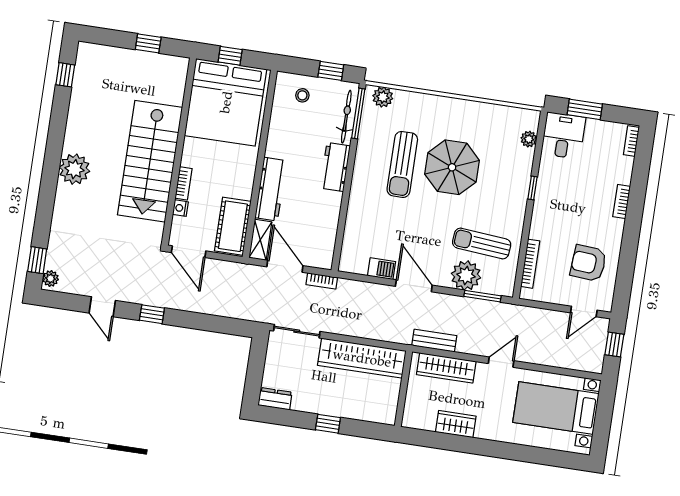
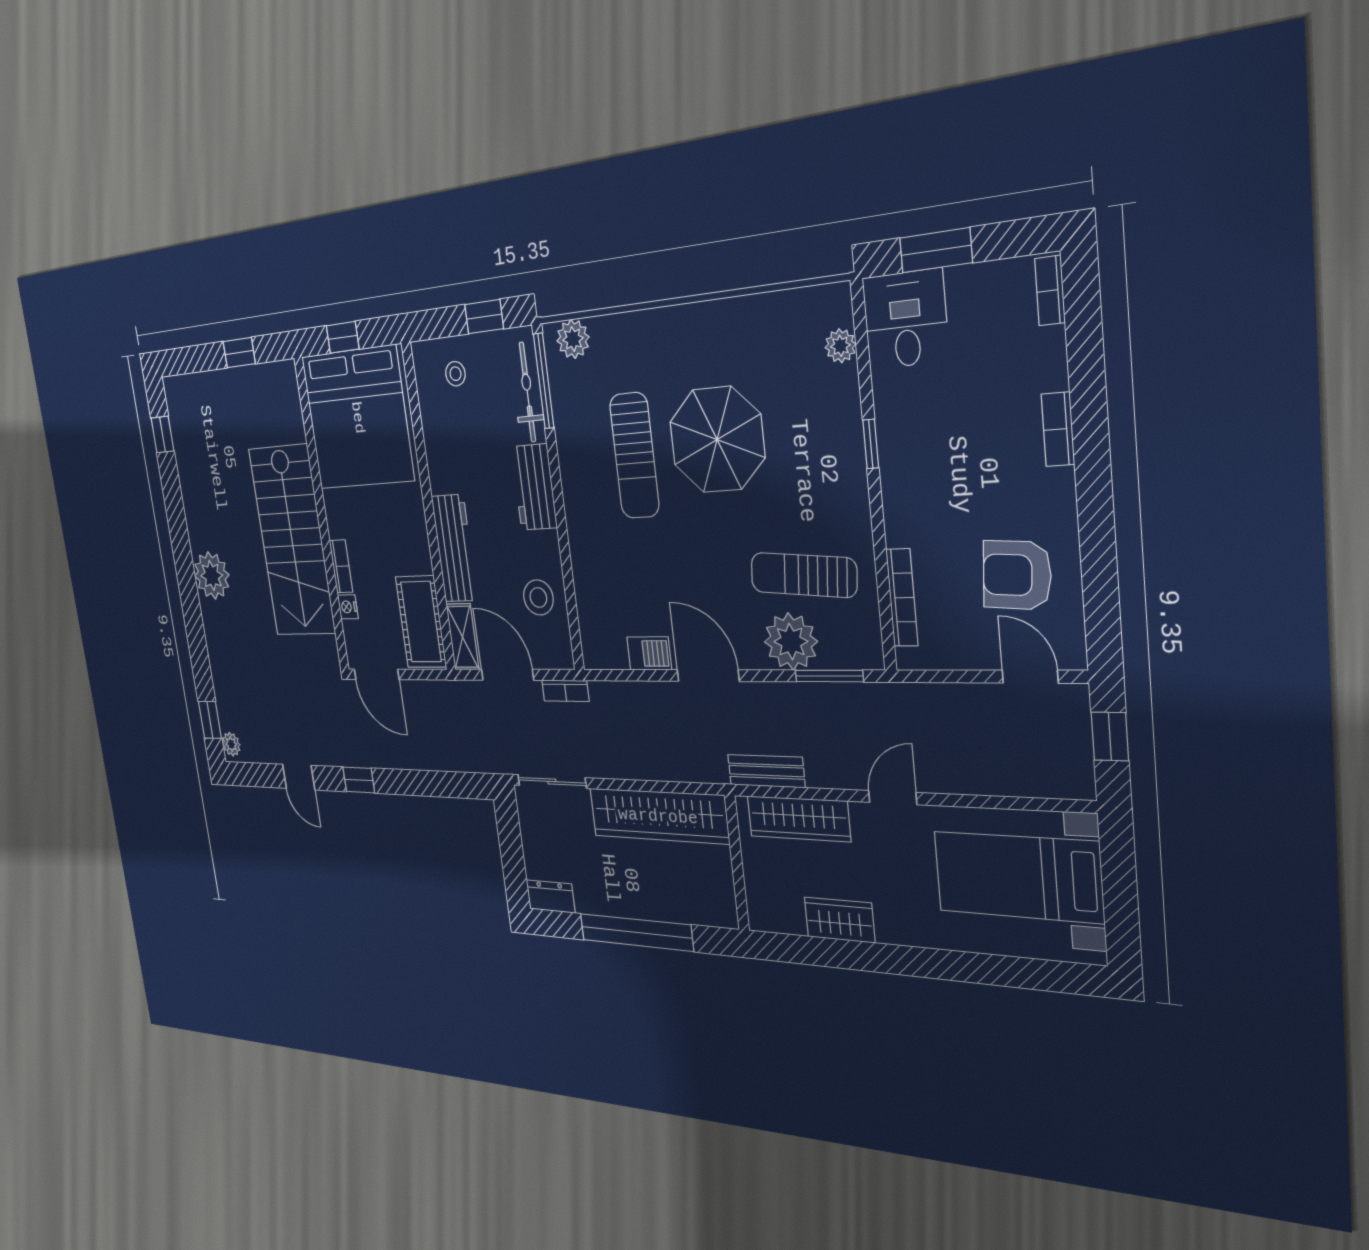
stool: (320, 227) -> (538, 597), added
door: (584, 311) -> (1030, 677), swing flipped
window: (328, 424) -> (636, 932), width x3.17

